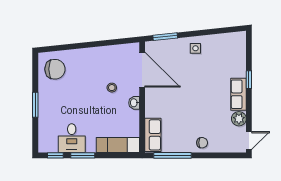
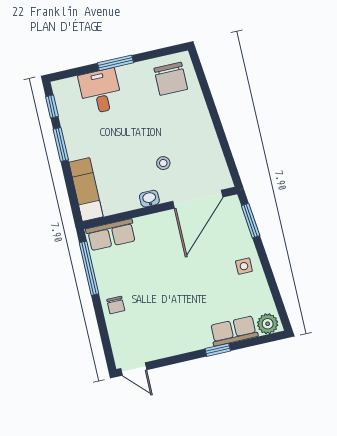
row of seats: (238, 94) -> (234, 331), moved
plant: (239, 119) -> (268, 324), moved
desk: (72, 138) -> (100, 91), moved, turned 90

